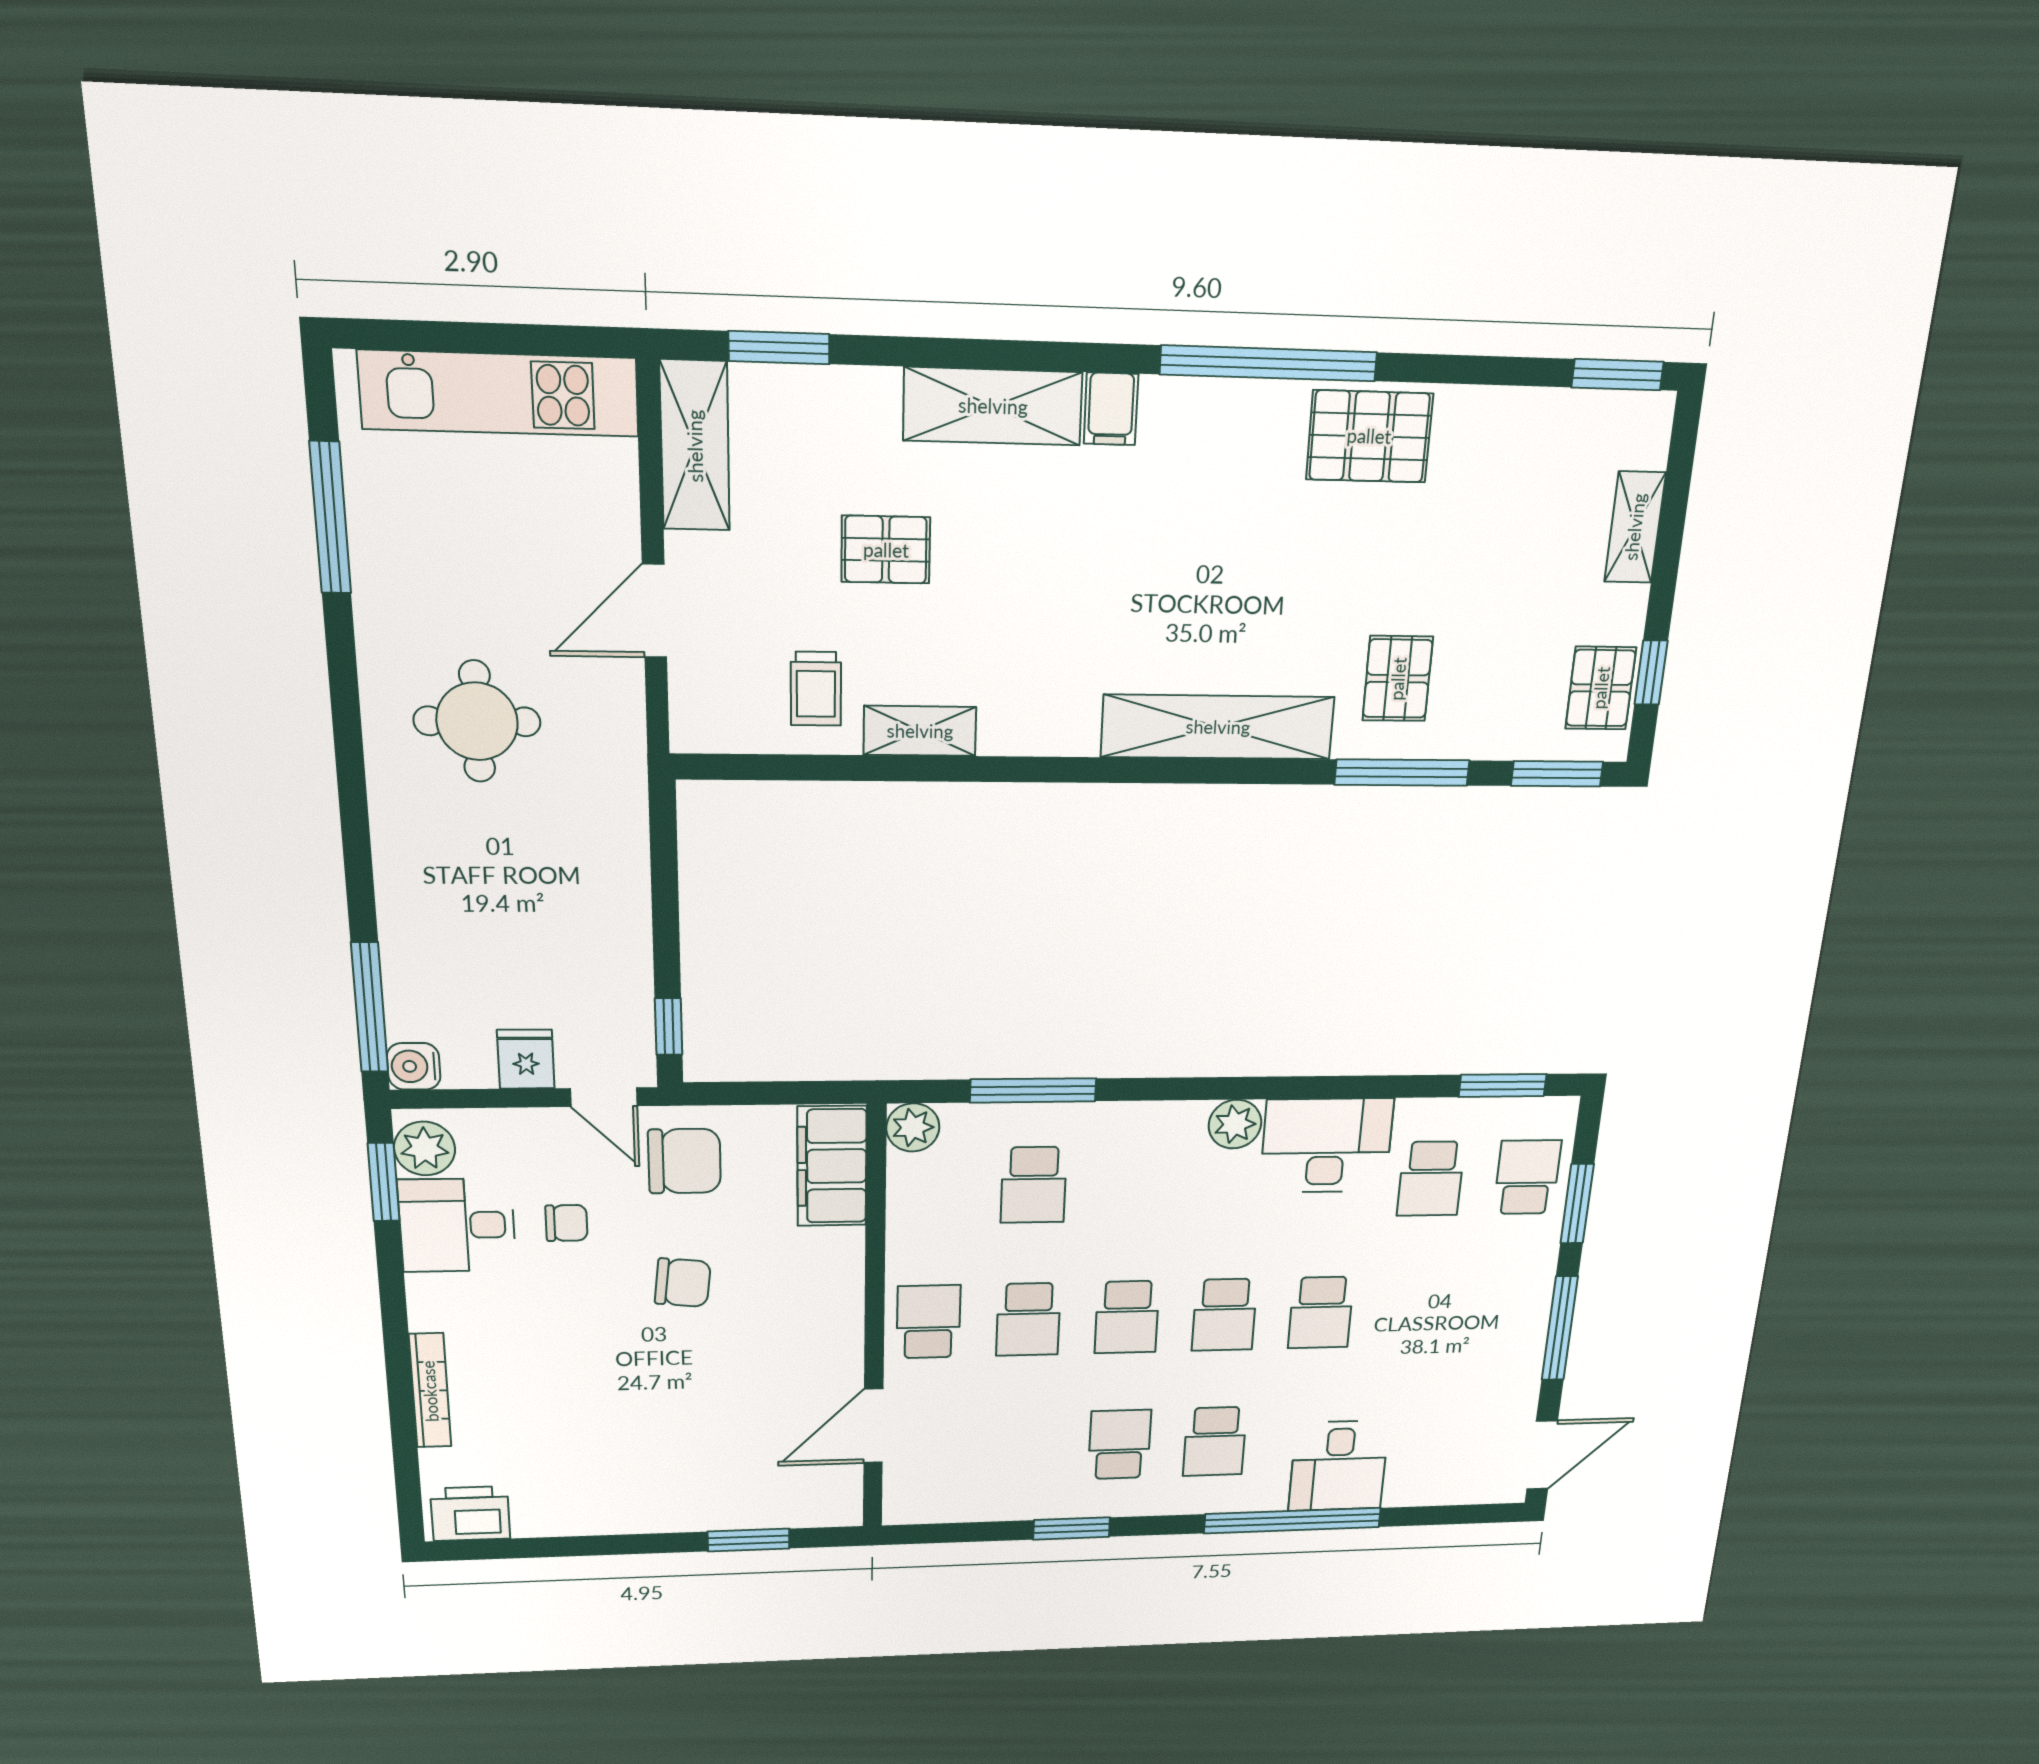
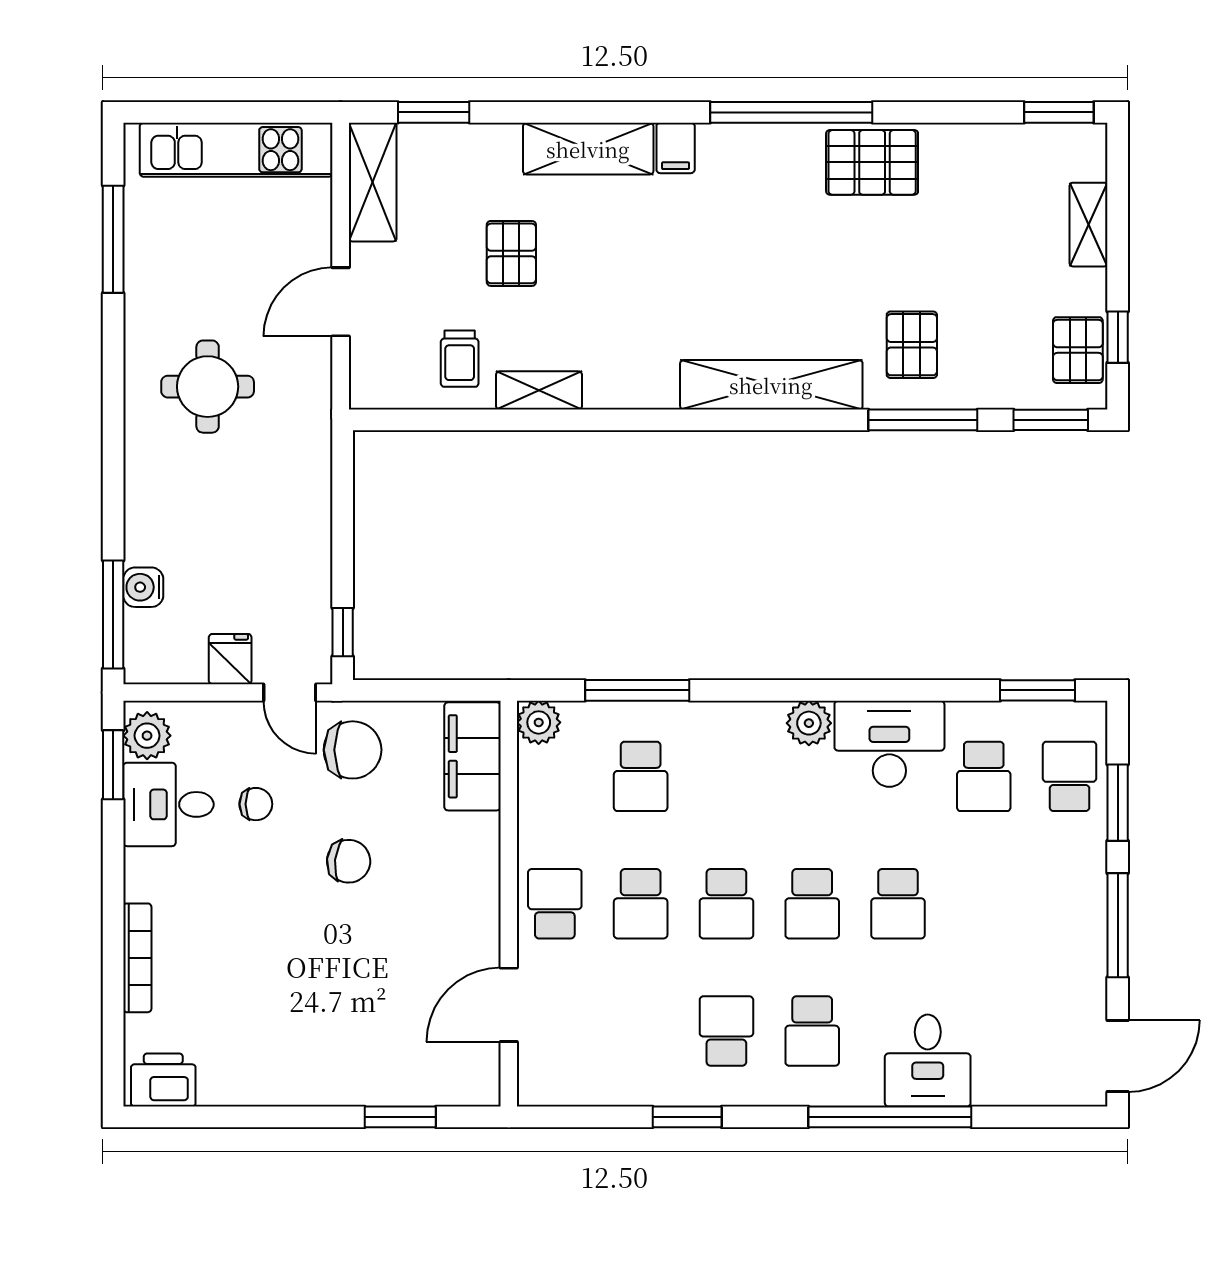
pallet: (886, 550) -> (511, 253), turned 90
water cooler: (414, 1066) -> (143, 587), moved

